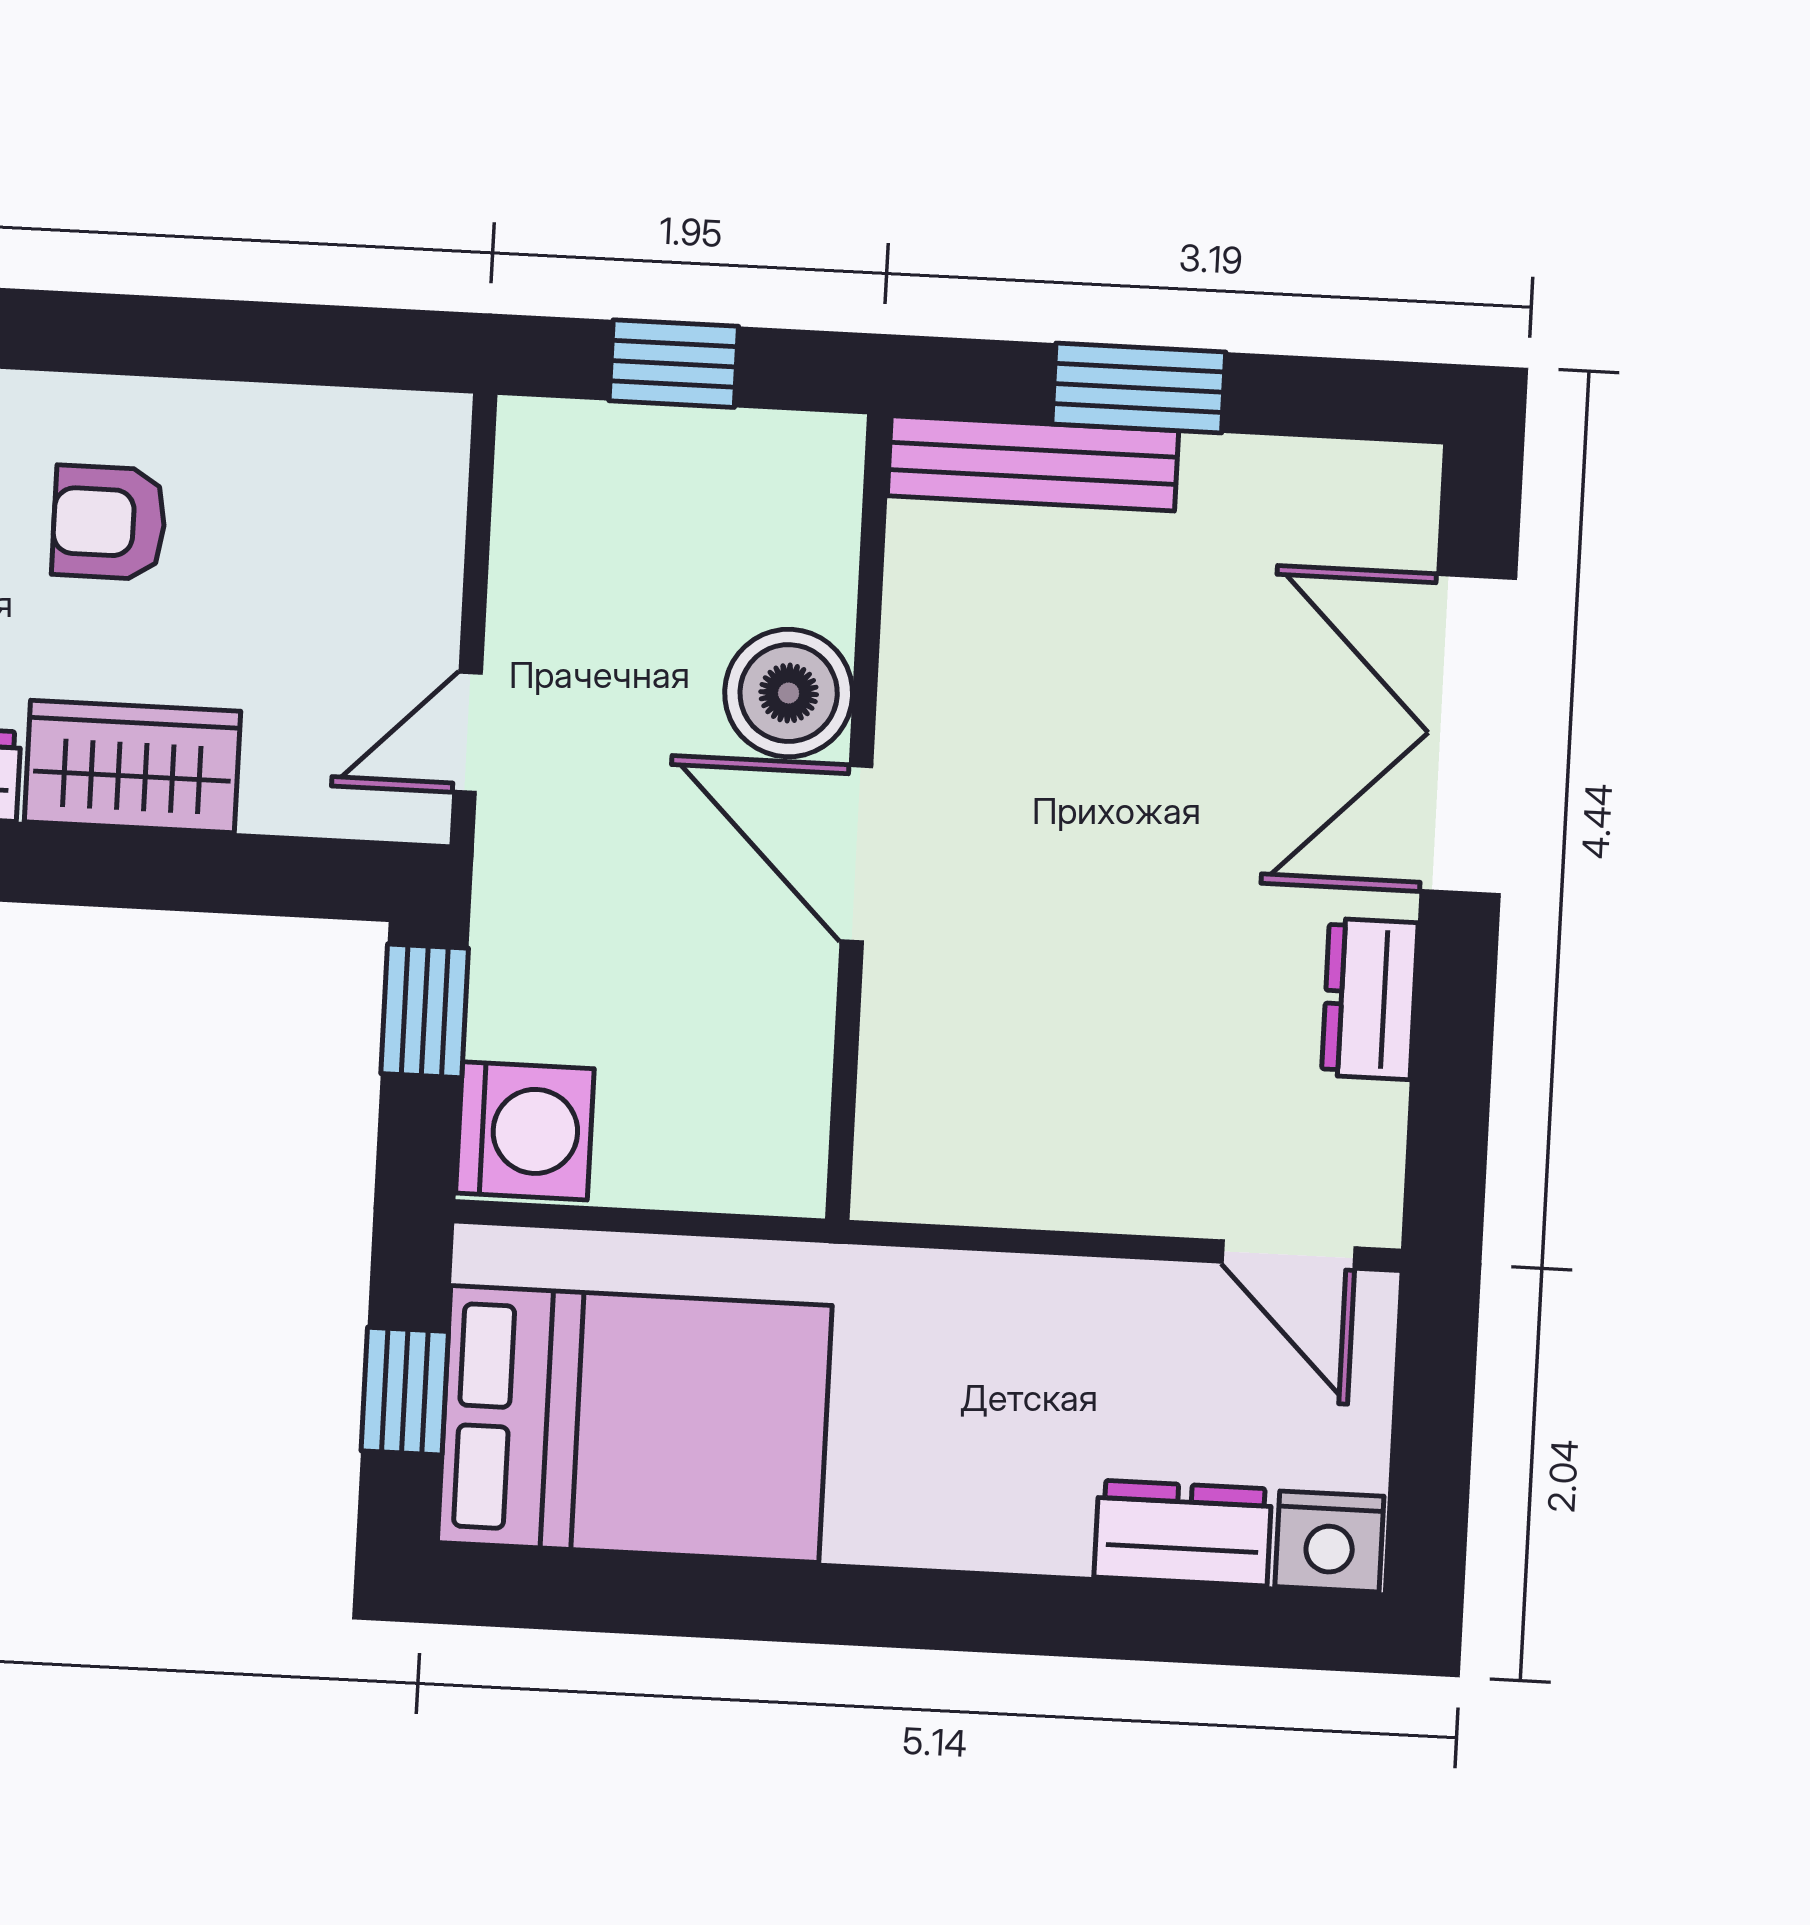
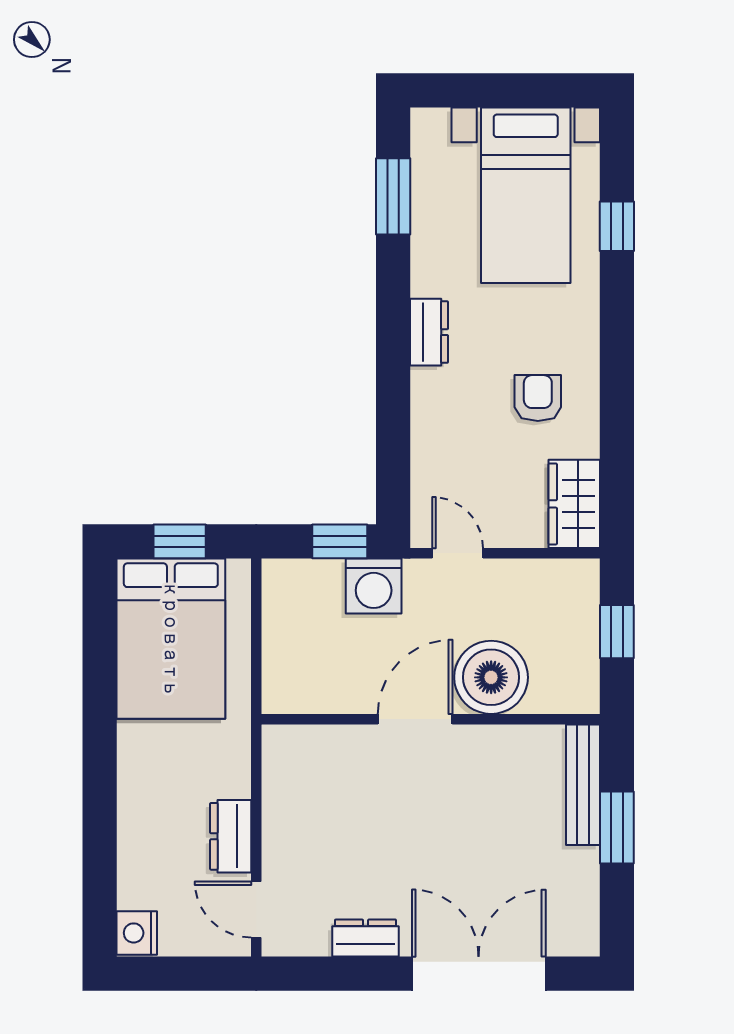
boiler: (789, 693) -> (491, 677), width x1.37, depth x1.37
wardrobe: (132, 767) -> (574, 504), moved, turned 180
washing machine: (525, 1131) -> (374, 586), moved
door: (1288, 1255) -> (256, 909), hinge flipped
dresser: (1183, 1533) -> (231, 836), moved, turned 180

